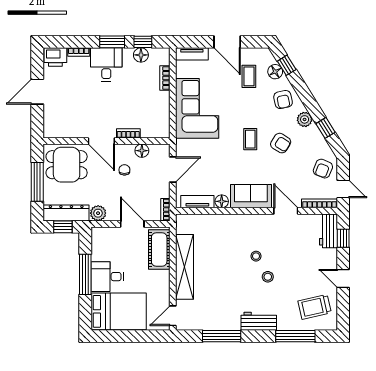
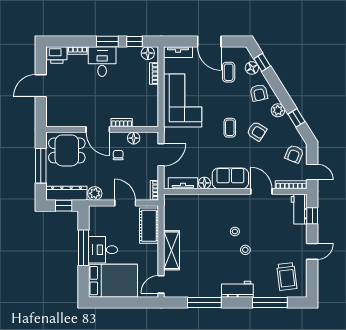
floor lamp: (141, 55) -> (148, 53), moved
shelving: (184, 267) -> (171, 250), width x0.68
door: (343, 278) -> (312, 251), swing flipped
trolley: (315, 307) -> (287, 276), turned -84

